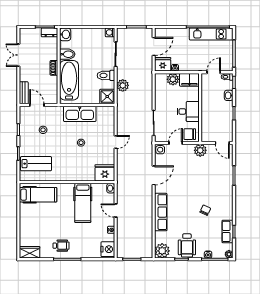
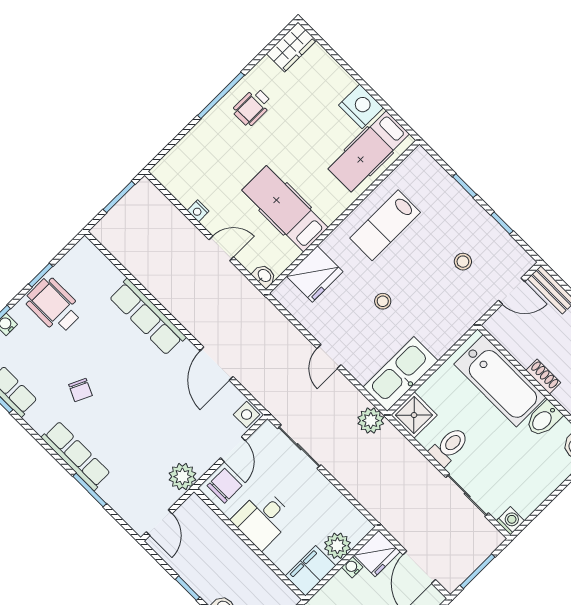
plant: (123, 85) -> (371, 421), moved
kitchen sink: (80, 114) -> (401, 374), moved
door: (222, 143) -> (159, 523), swing flipped
lab bench: (36, 164) -> (385, 225), moved
fridge: (105, 173) -> (315, 274), moved
row of seats: (227, 191) -> (76, 456), added
nightstand: (108, 249) -> (361, 106), moved, turned 180
plant: (162, 251) -> (85, 258), removed

